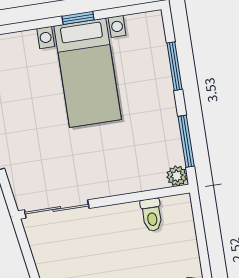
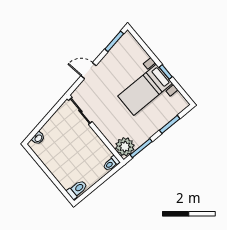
plant: (177, 176) -> (125, 147), width x1.88, depth x1.88
toilet: (152, 215) -> (111, 163), moved

